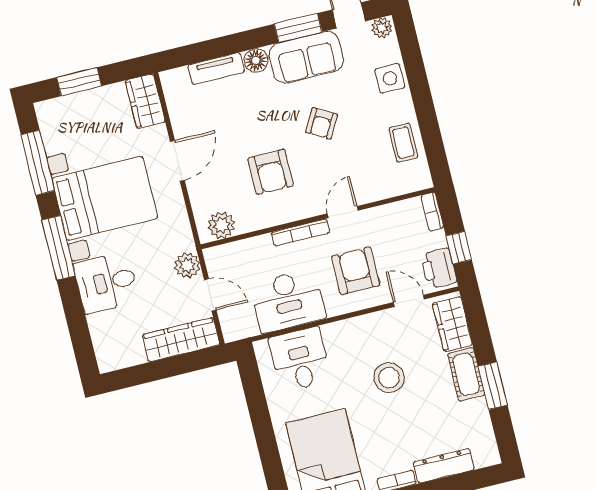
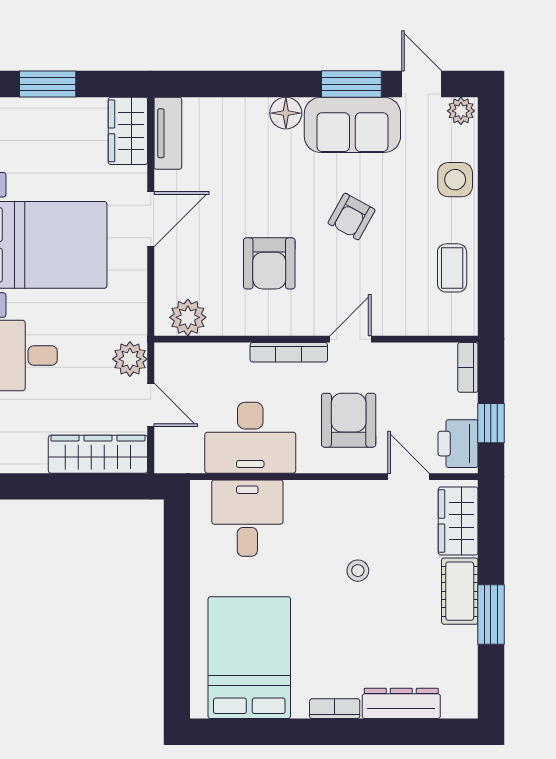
tv unit: (216, 69) -> (168, 133), moved, turned -90
stool: (389, 378) -> (358, 571), width x0.53, depth x0.53

